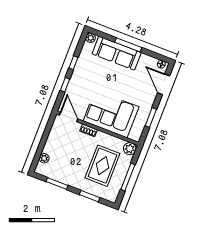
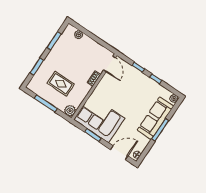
corner sofa: (111, 114) -> (99, 119), moved, turned -90
door: (69, 117) -> (110, 64), hinge flipped
rug: (102, 166) -> (61, 84), width x0.73, depth x0.70

